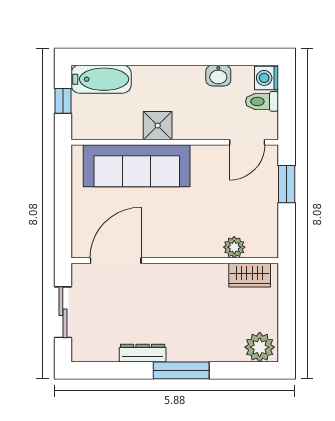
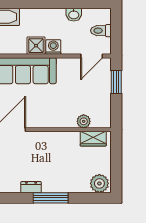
washing machine: (267, 78) -> (53, 47), moved, turned 90
dresser: (143, 353) -> (31, 187), width x0.70

